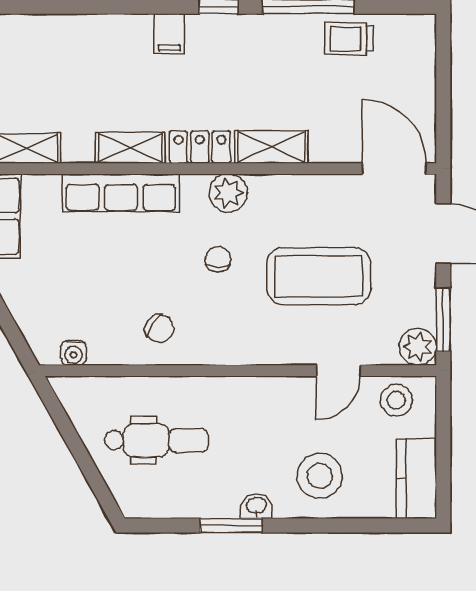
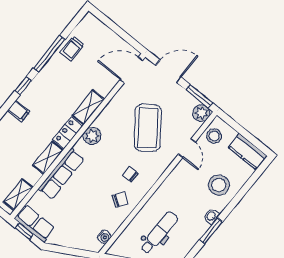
chair: (218, 259) -> (130, 174), moved
coffee table: (319, 276) -> (148, 128), turned -37

